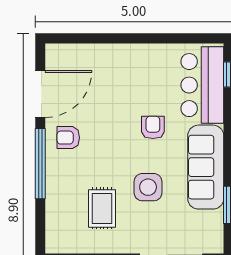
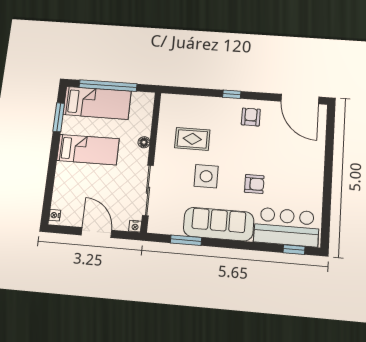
door: (40, 94) -> (300, 99), moved
window: (40, 164) -> (232, 94), width x0.32

